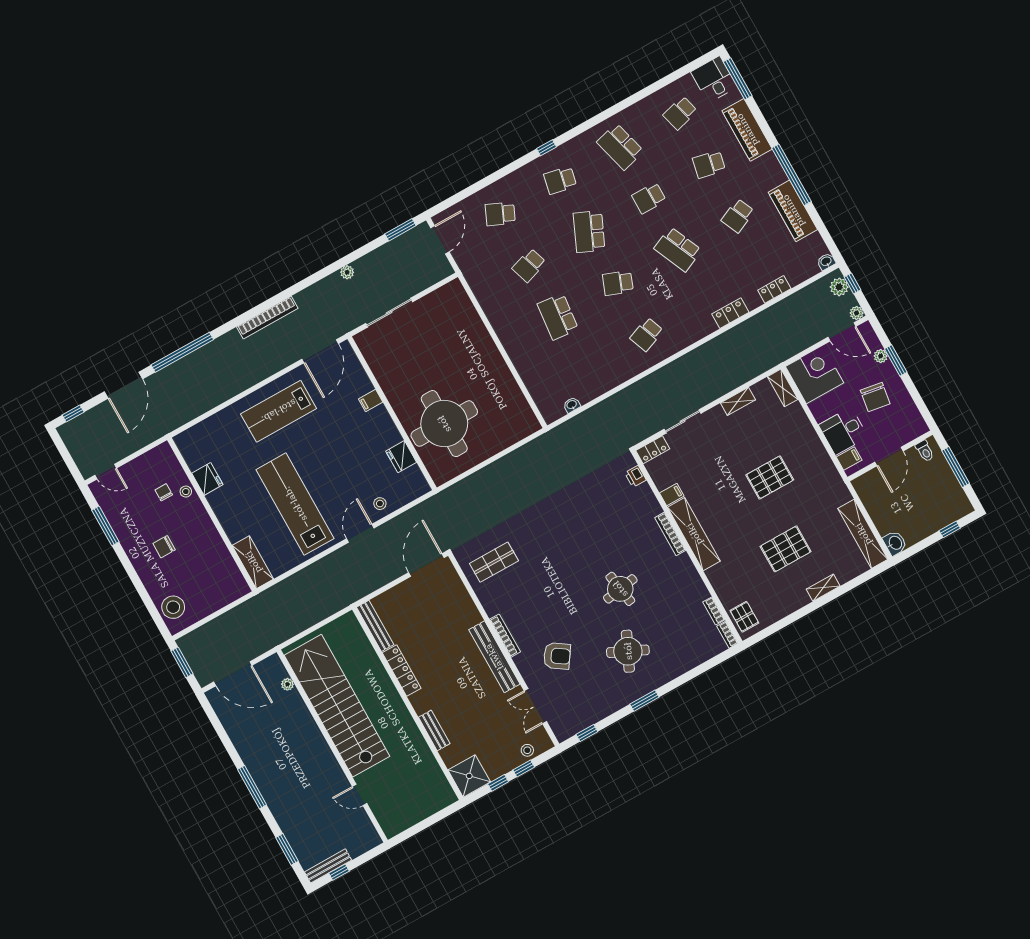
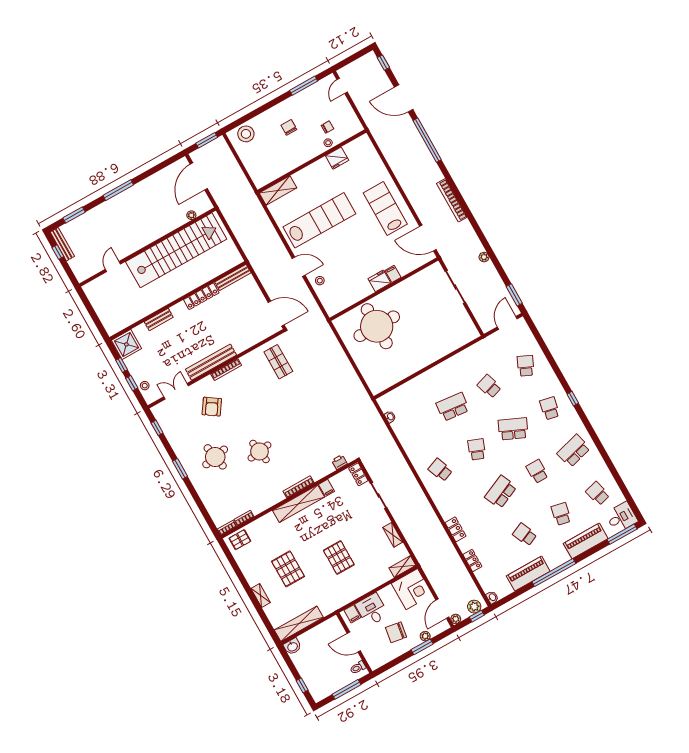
door: (440, 240) -> (507, 323), swing flipped
fridge: (401, 457) -> (379, 281), moved
round table: (628, 651) -> (215, 457), turned -36

